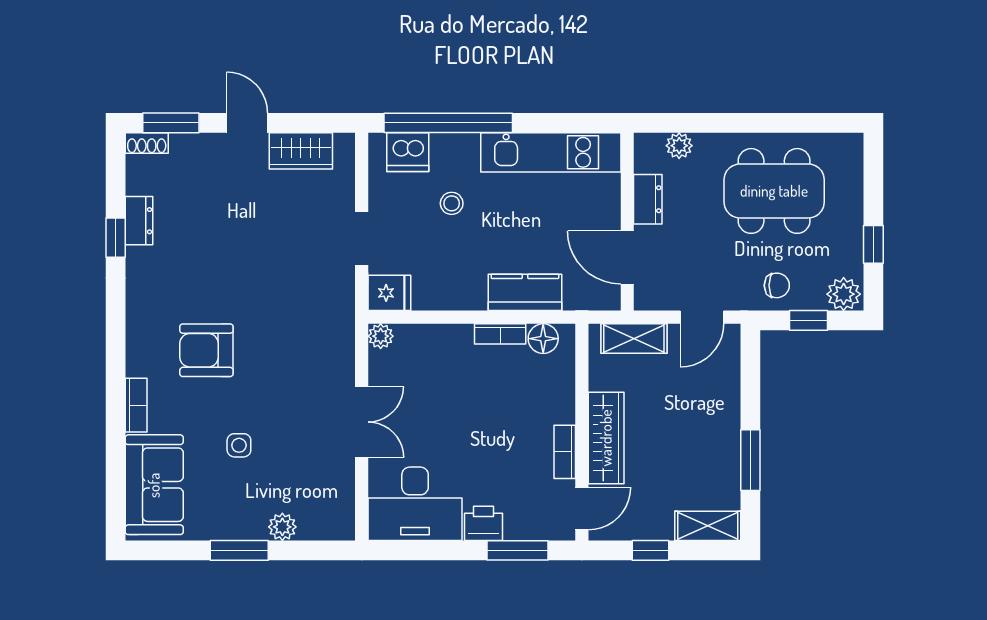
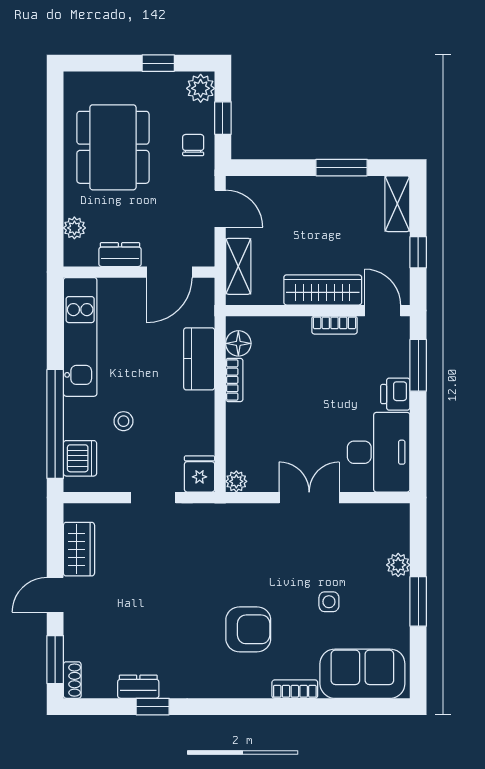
armchair: (206, 350) -> (248, 629), turned -90

